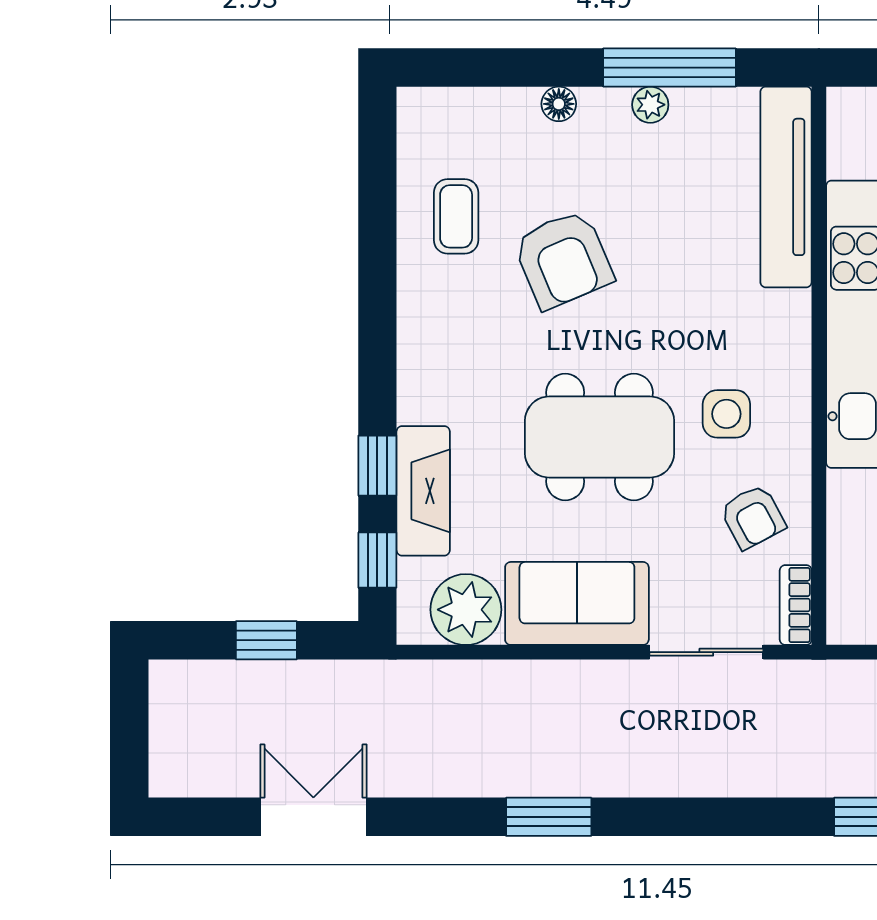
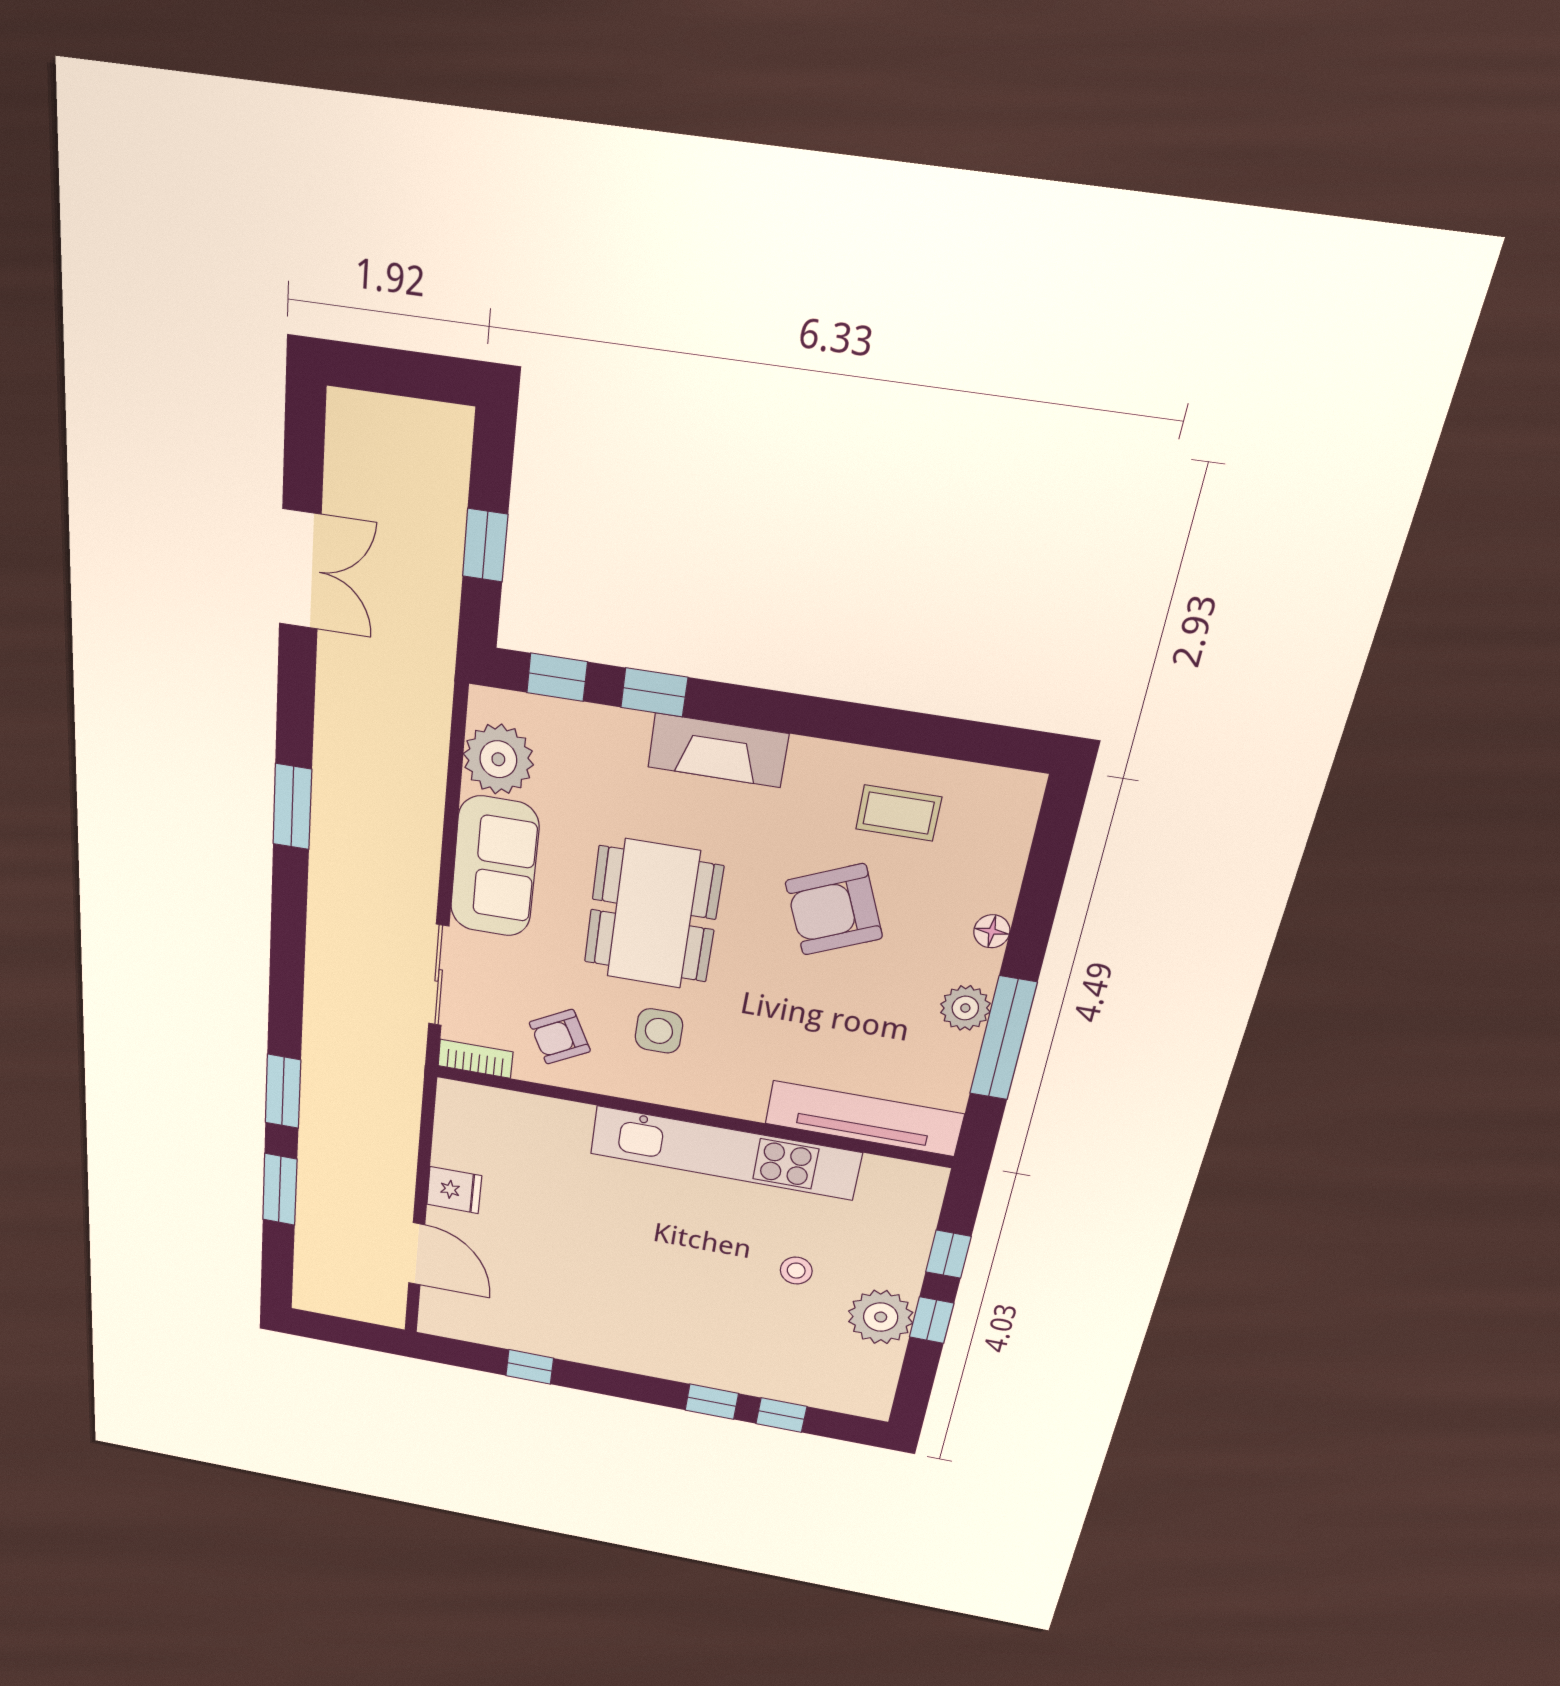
plant: (650, 105) -> (965, 1008), width x1.38, depth x1.38
fireplace: (423, 491) -> (718, 750), moved

